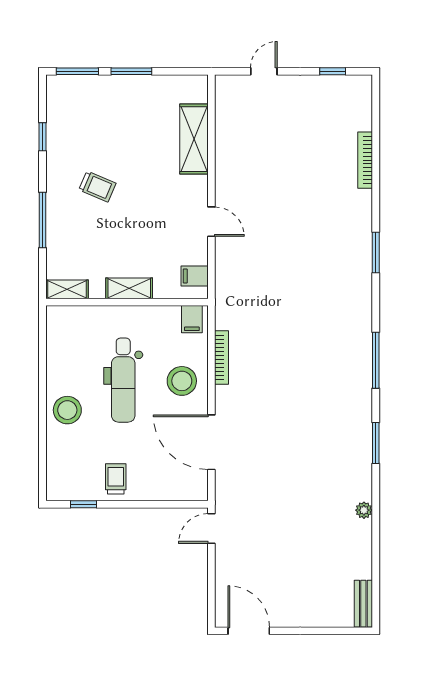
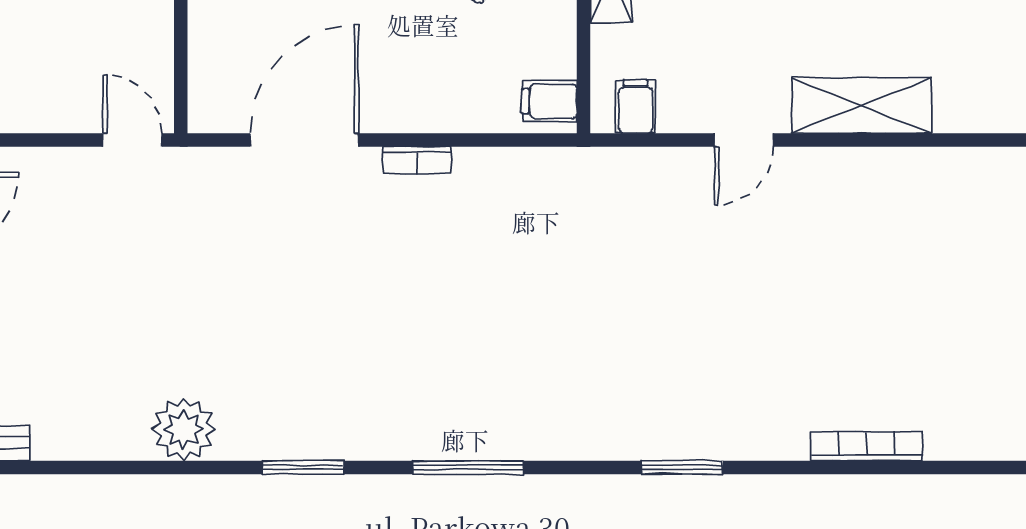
shelving: (194, 139) -> (862, 105), moved
bookcase: (222, 357) -> (417, 160), moved, width x0.64
stool: (182, 381) -> (427, 81), removed
plant: (364, 510) -> (184, 429), width x1.88, depth x1.88

